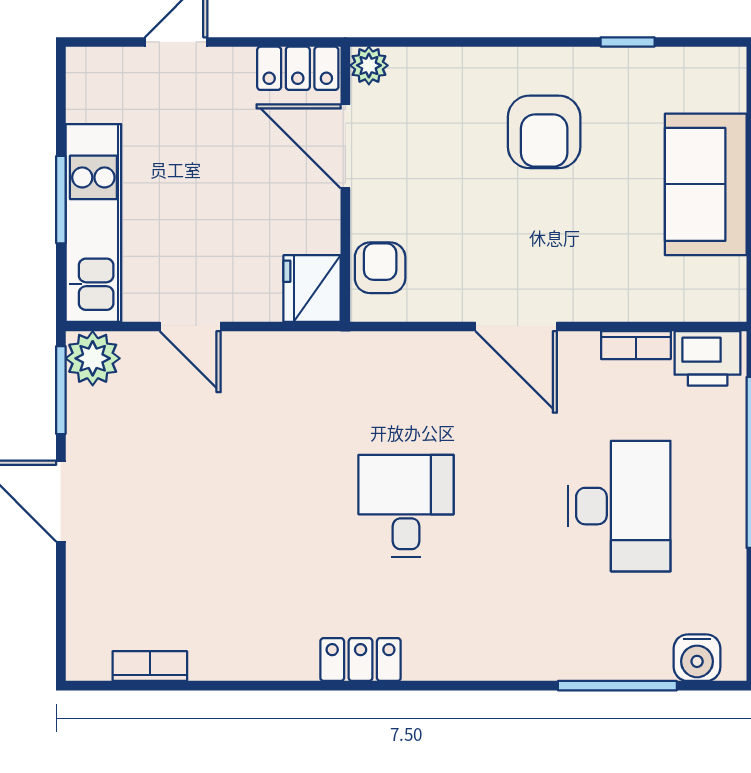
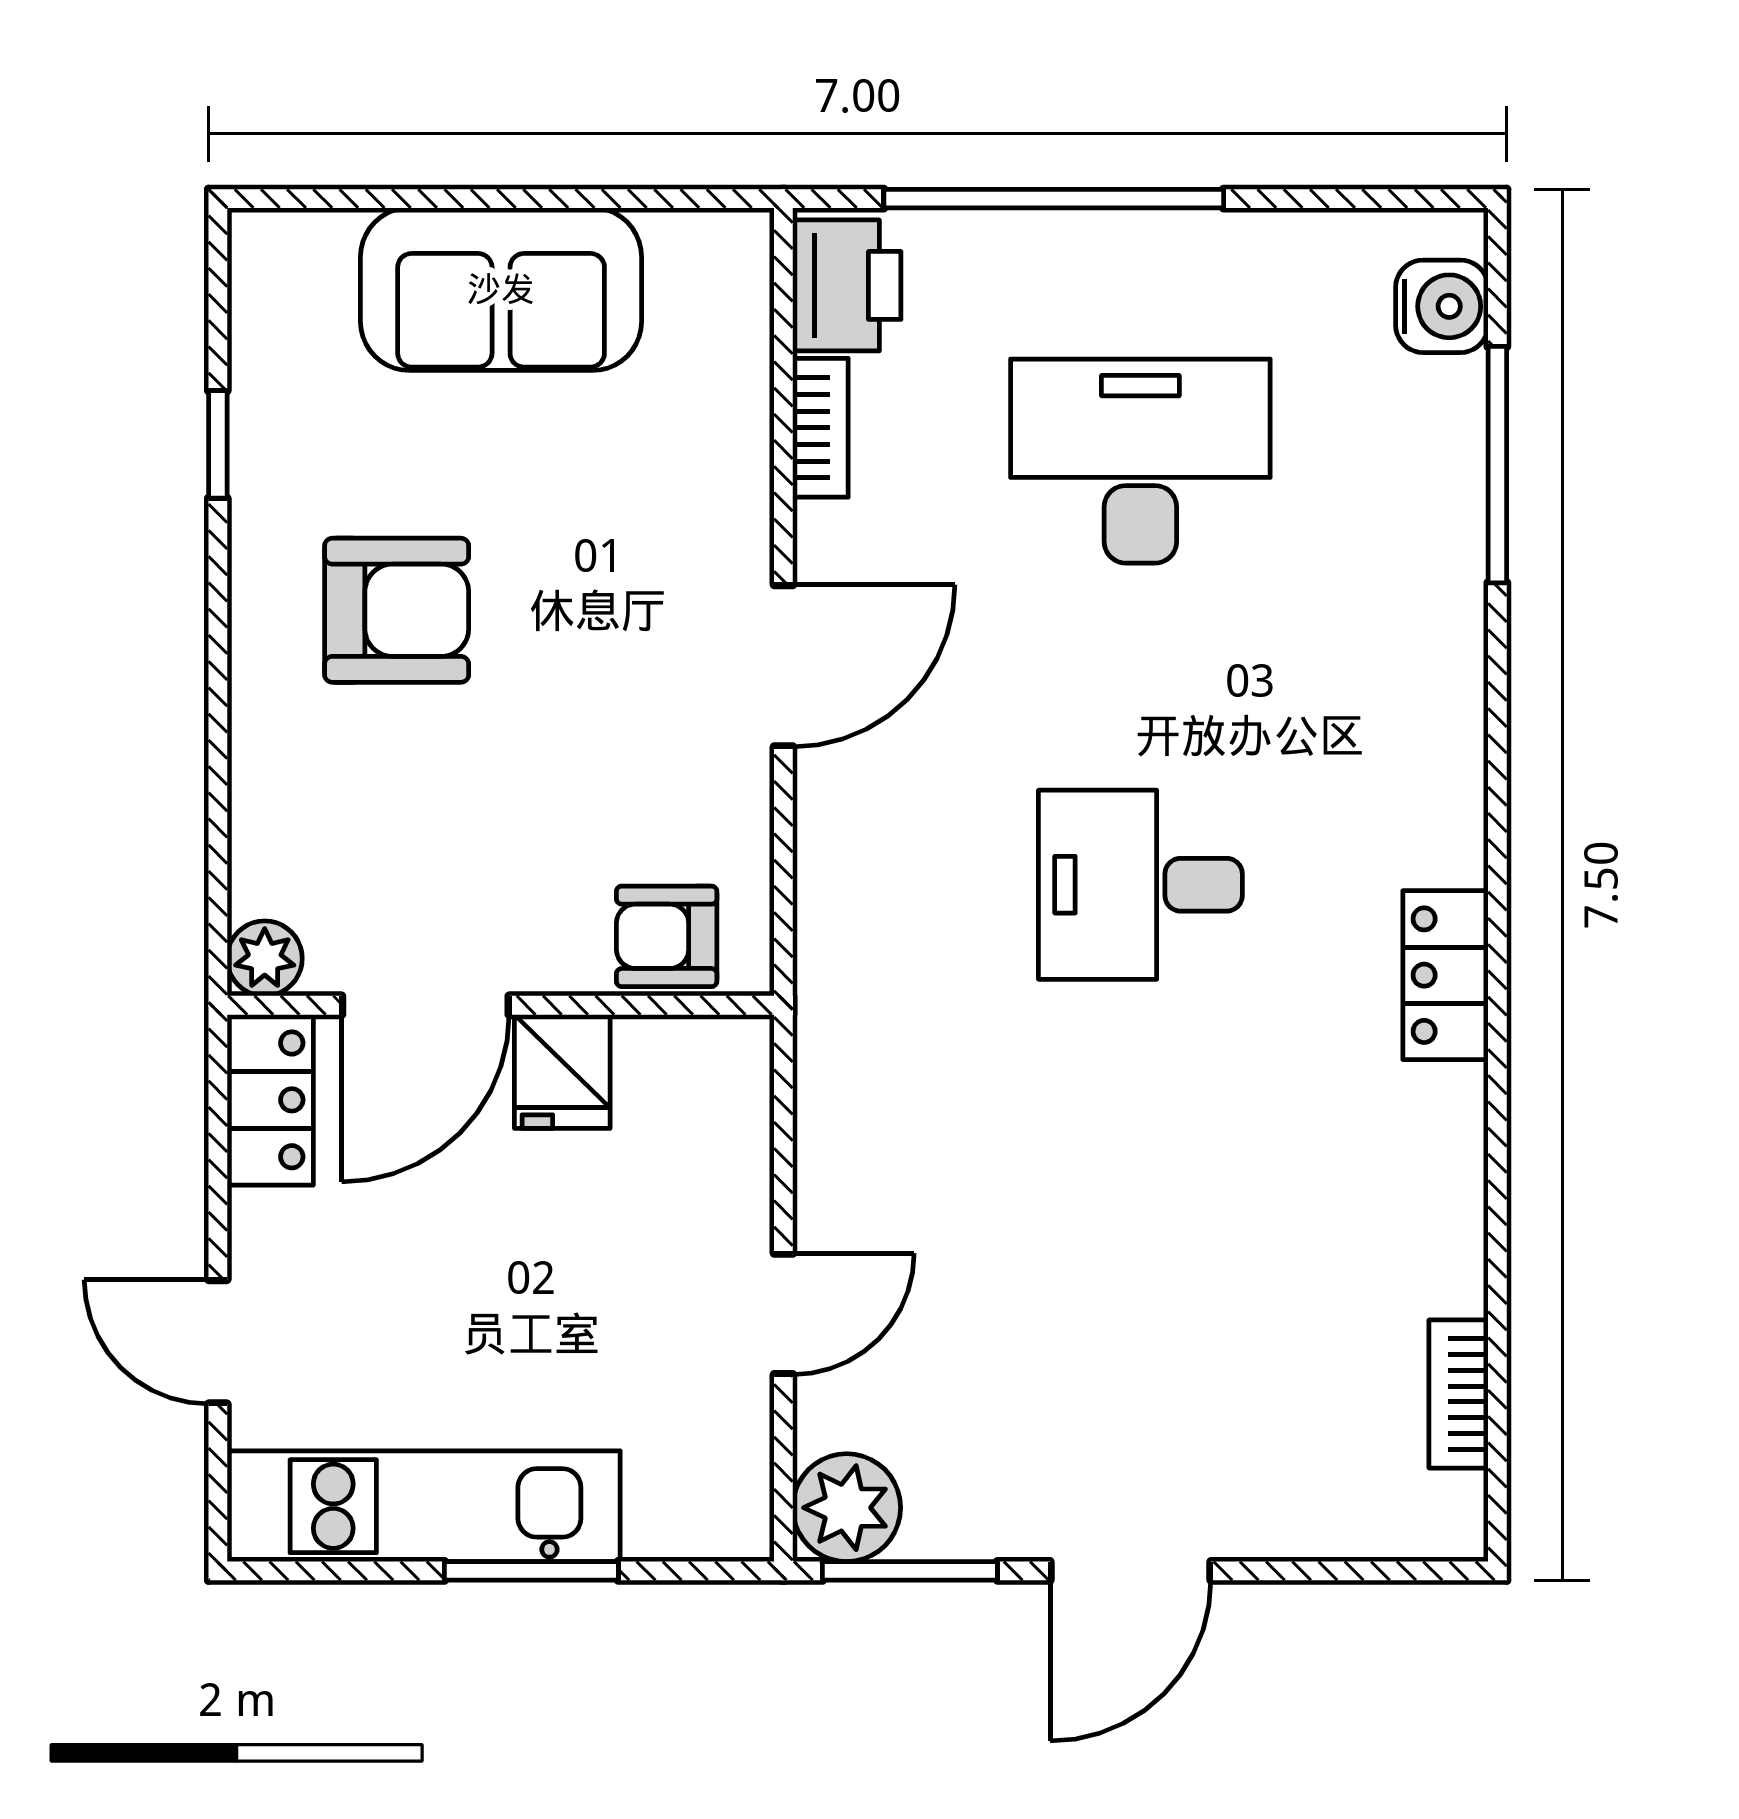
kitchen unit: (93, 223) -> (424, 1506), moved
fridge: (312, 289) -> (562, 1072), moved, width x0.72

